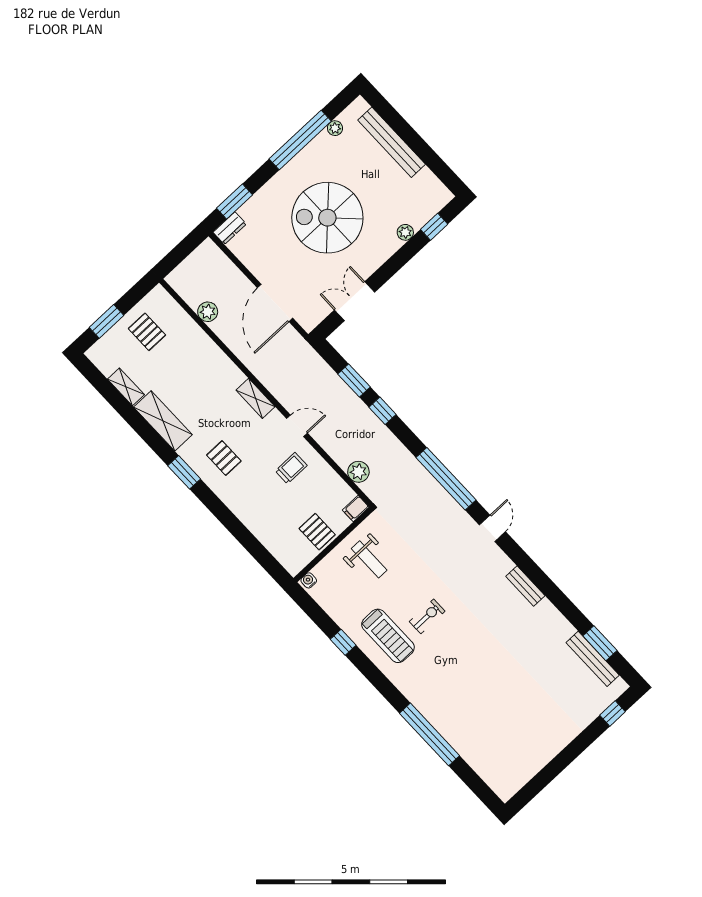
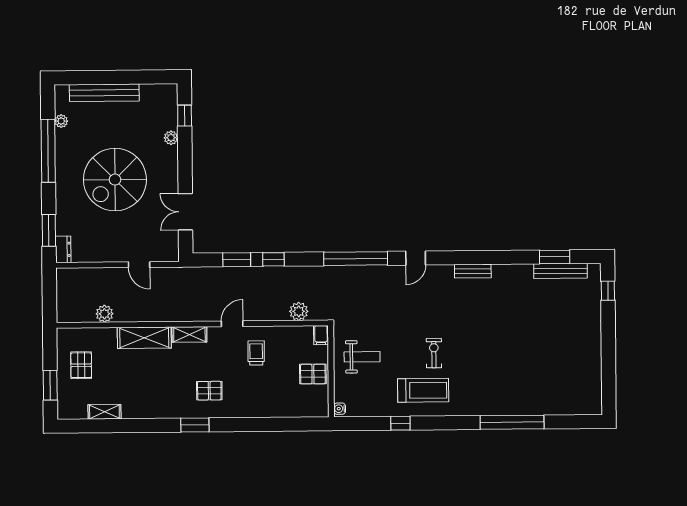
door: (275, 303) -> (139, 265), width x0.53
pallet: (147, 332) -> (81, 365), turned 90
shelving: (163, 421) -> (144, 338), moved
door: (492, 528) -> (416, 258), swing flipped

